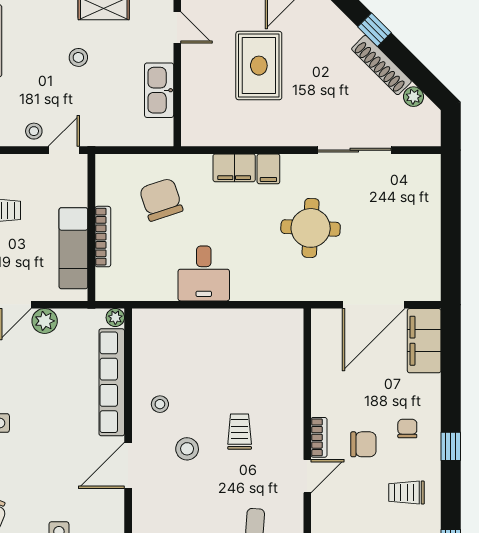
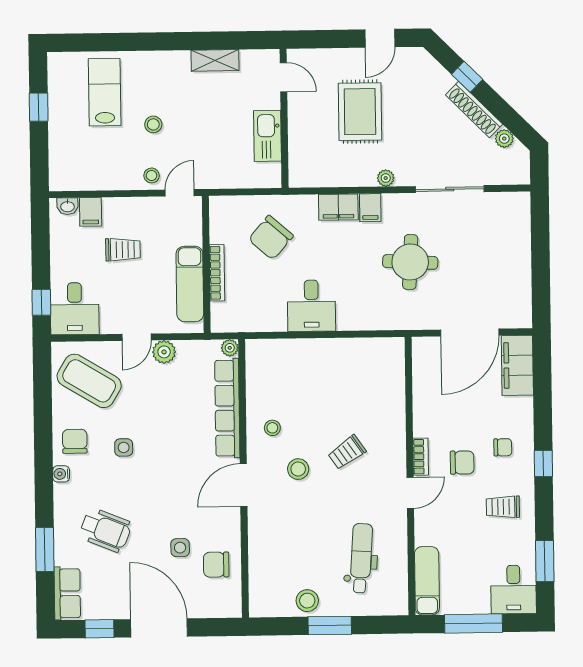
stool: (78, 57) -> (153, 124), moved
plant: (286, 137) -> (386, 178), added
chair: (161, 200) -> (271, 238), turned -121
chair: (407, 429) -> (503, 447), turned 90
trolley: (240, 432) -> (347, 452), turned -125

